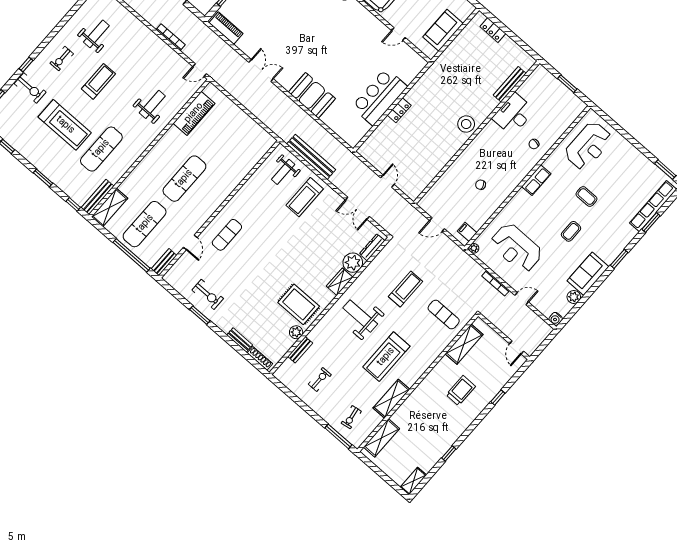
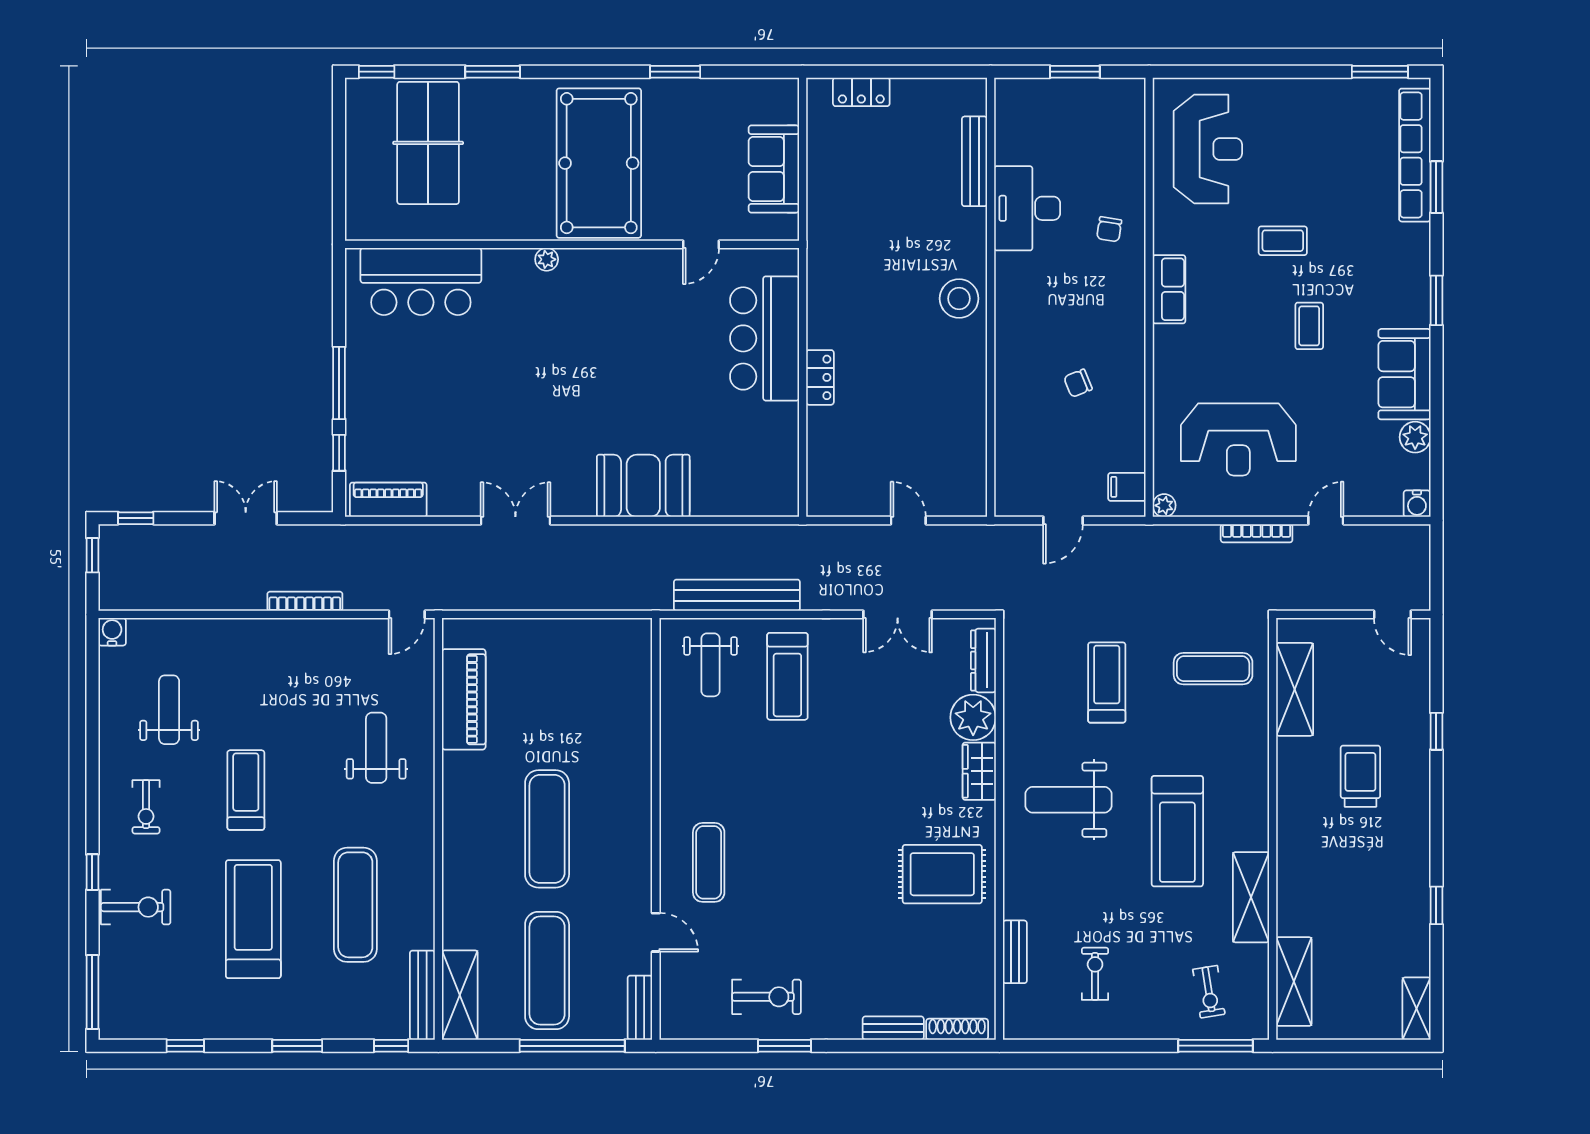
bar counter: (379, 97) -> (765, 338), moved
treadmill: (65, 125) -> (253, 919), turned -90
plant: (296, 332) -> (981, 927), removed

